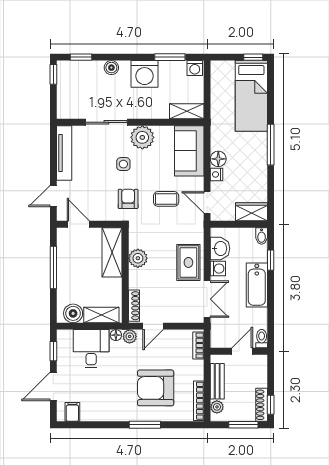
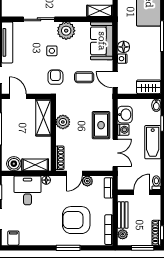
plant: (130, 336) -> (87, 181), moved

